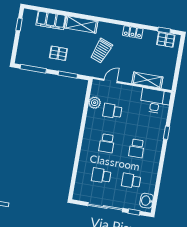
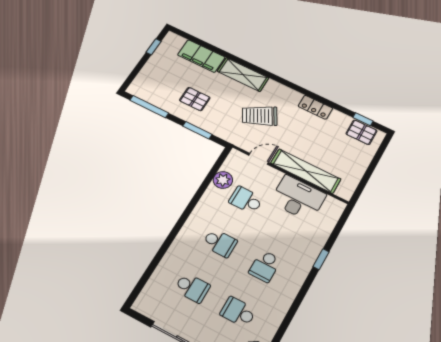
trolley: (101, 51) -> (260, 116), turned 41
shelving: (147, 80) -> (306, 171), width x1.47
desk: (155, 101) -> (298, 198), moved
school desk: (107, 143) -> (220, 243), turned -90
school desk: (101, 176) -> (192, 288), turned 180

